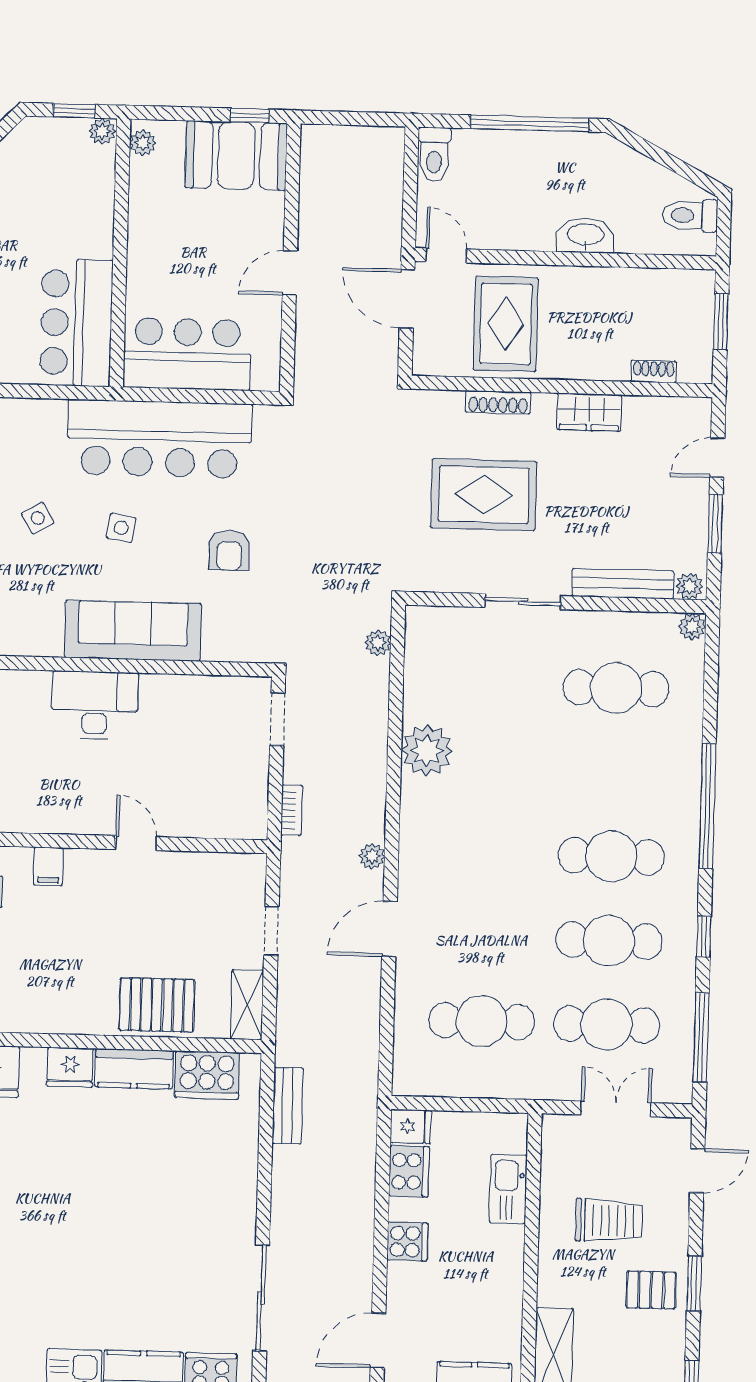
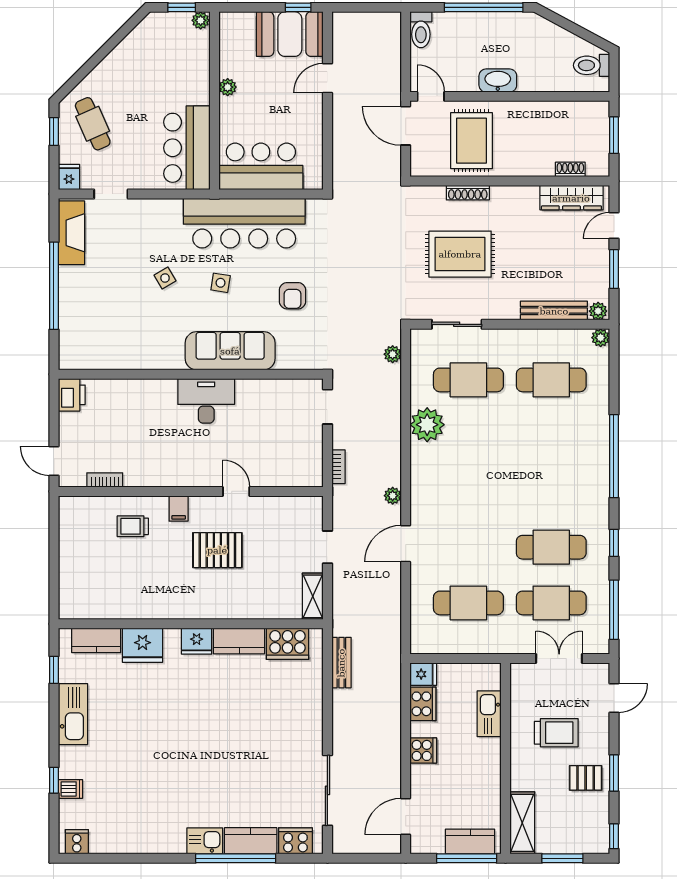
plant: (143, 143) -> (228, 87), moved
washbasin: (586, 235) -> (498, 81), moved
door: (290, 273) -> (327, 78), moved
wardrobe: (589, 412) -> (571, 198), moved, width x1.50
sliding door: (523, 602) -> (457, 324), moved
cafe table: (611, 856) -> (468, 380), moved
pallet: (157, 1005) -> (217, 550), moved

